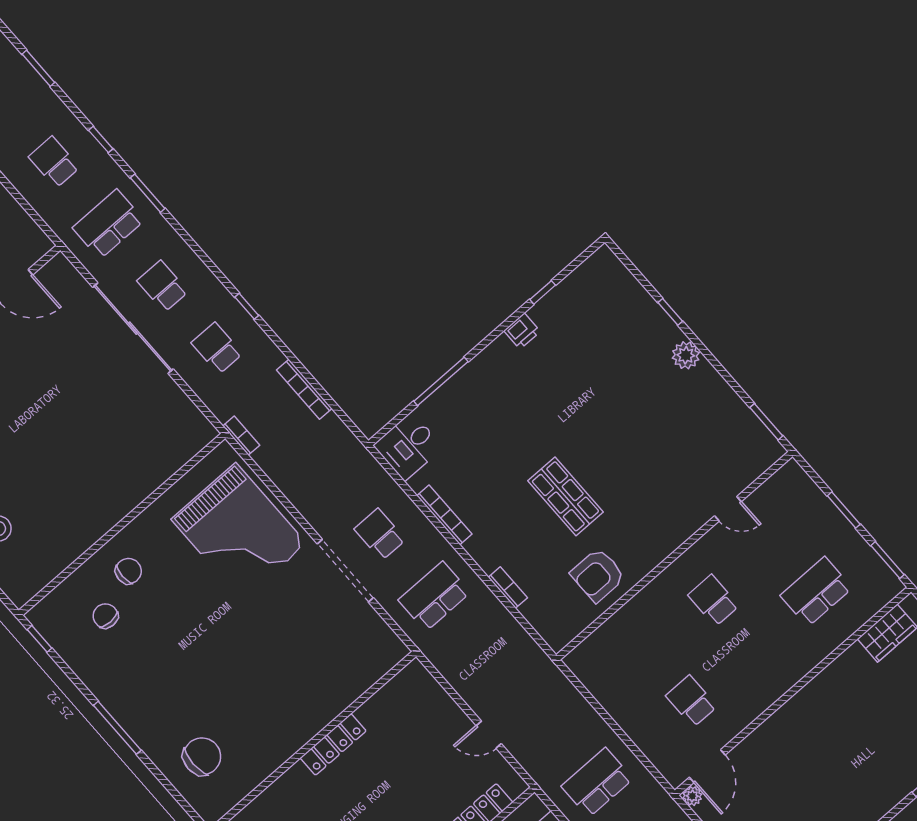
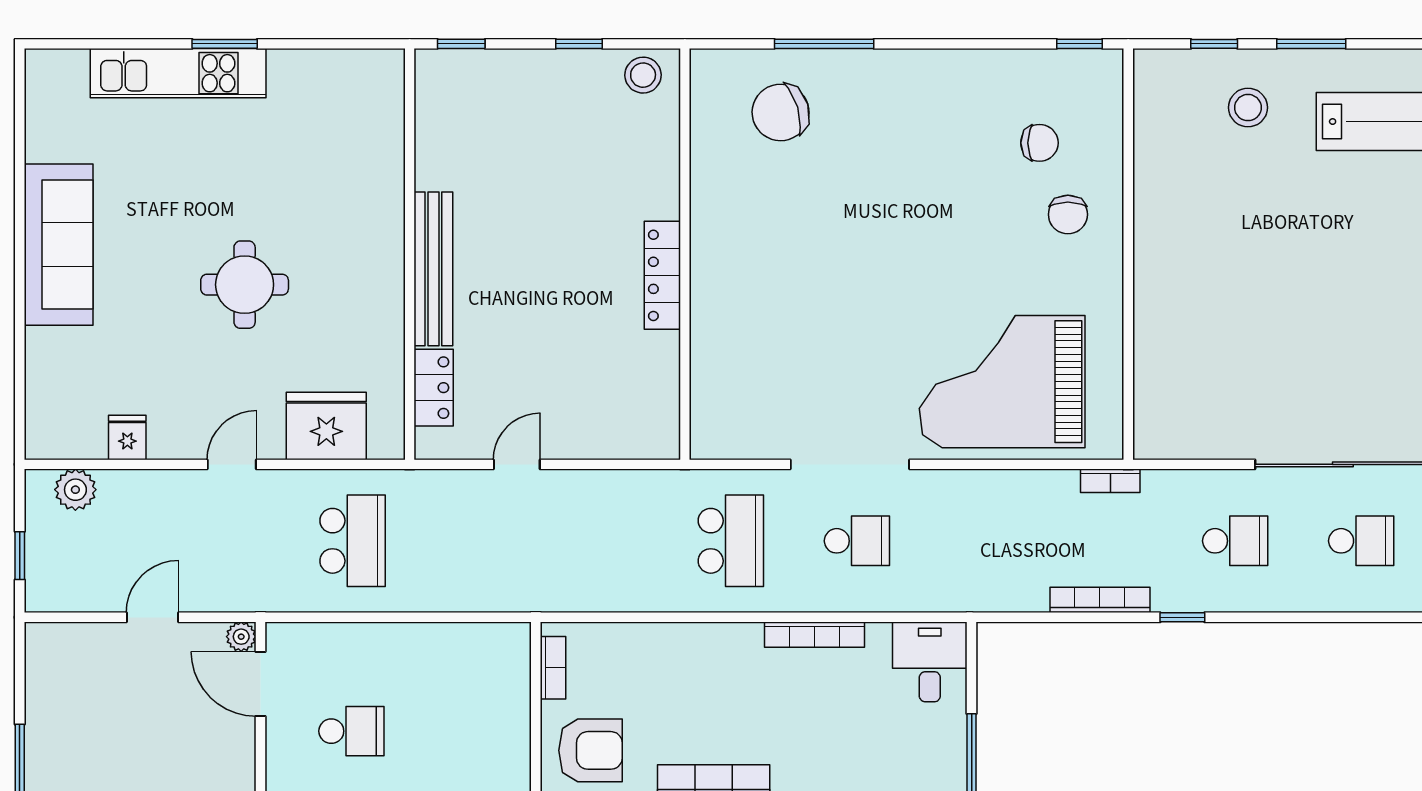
window: (247, 306) -> (1182, 617), moved
armchair: (598, 575) -> (591, 750), turned 90
bookcase: (508, 587) -> (553, 668), moved, turned -90
window: (117, 728) -> (824, 44), moved
chair: (202, 756) -> (781, 112), turned 73

